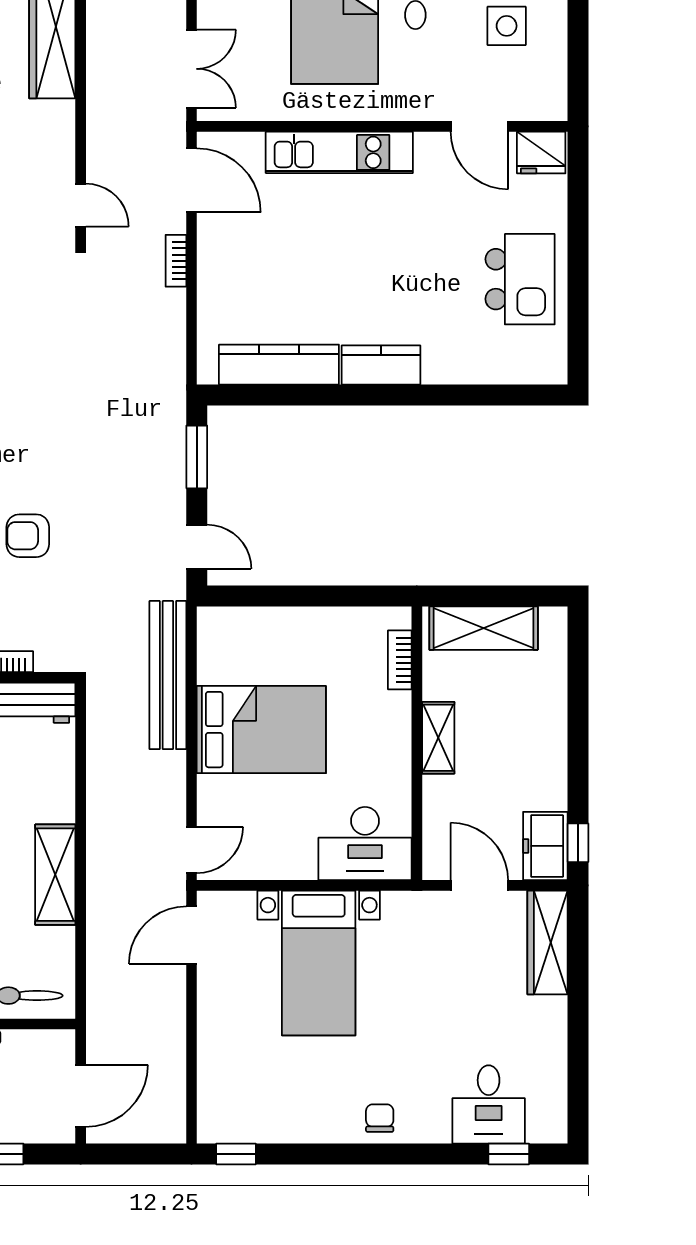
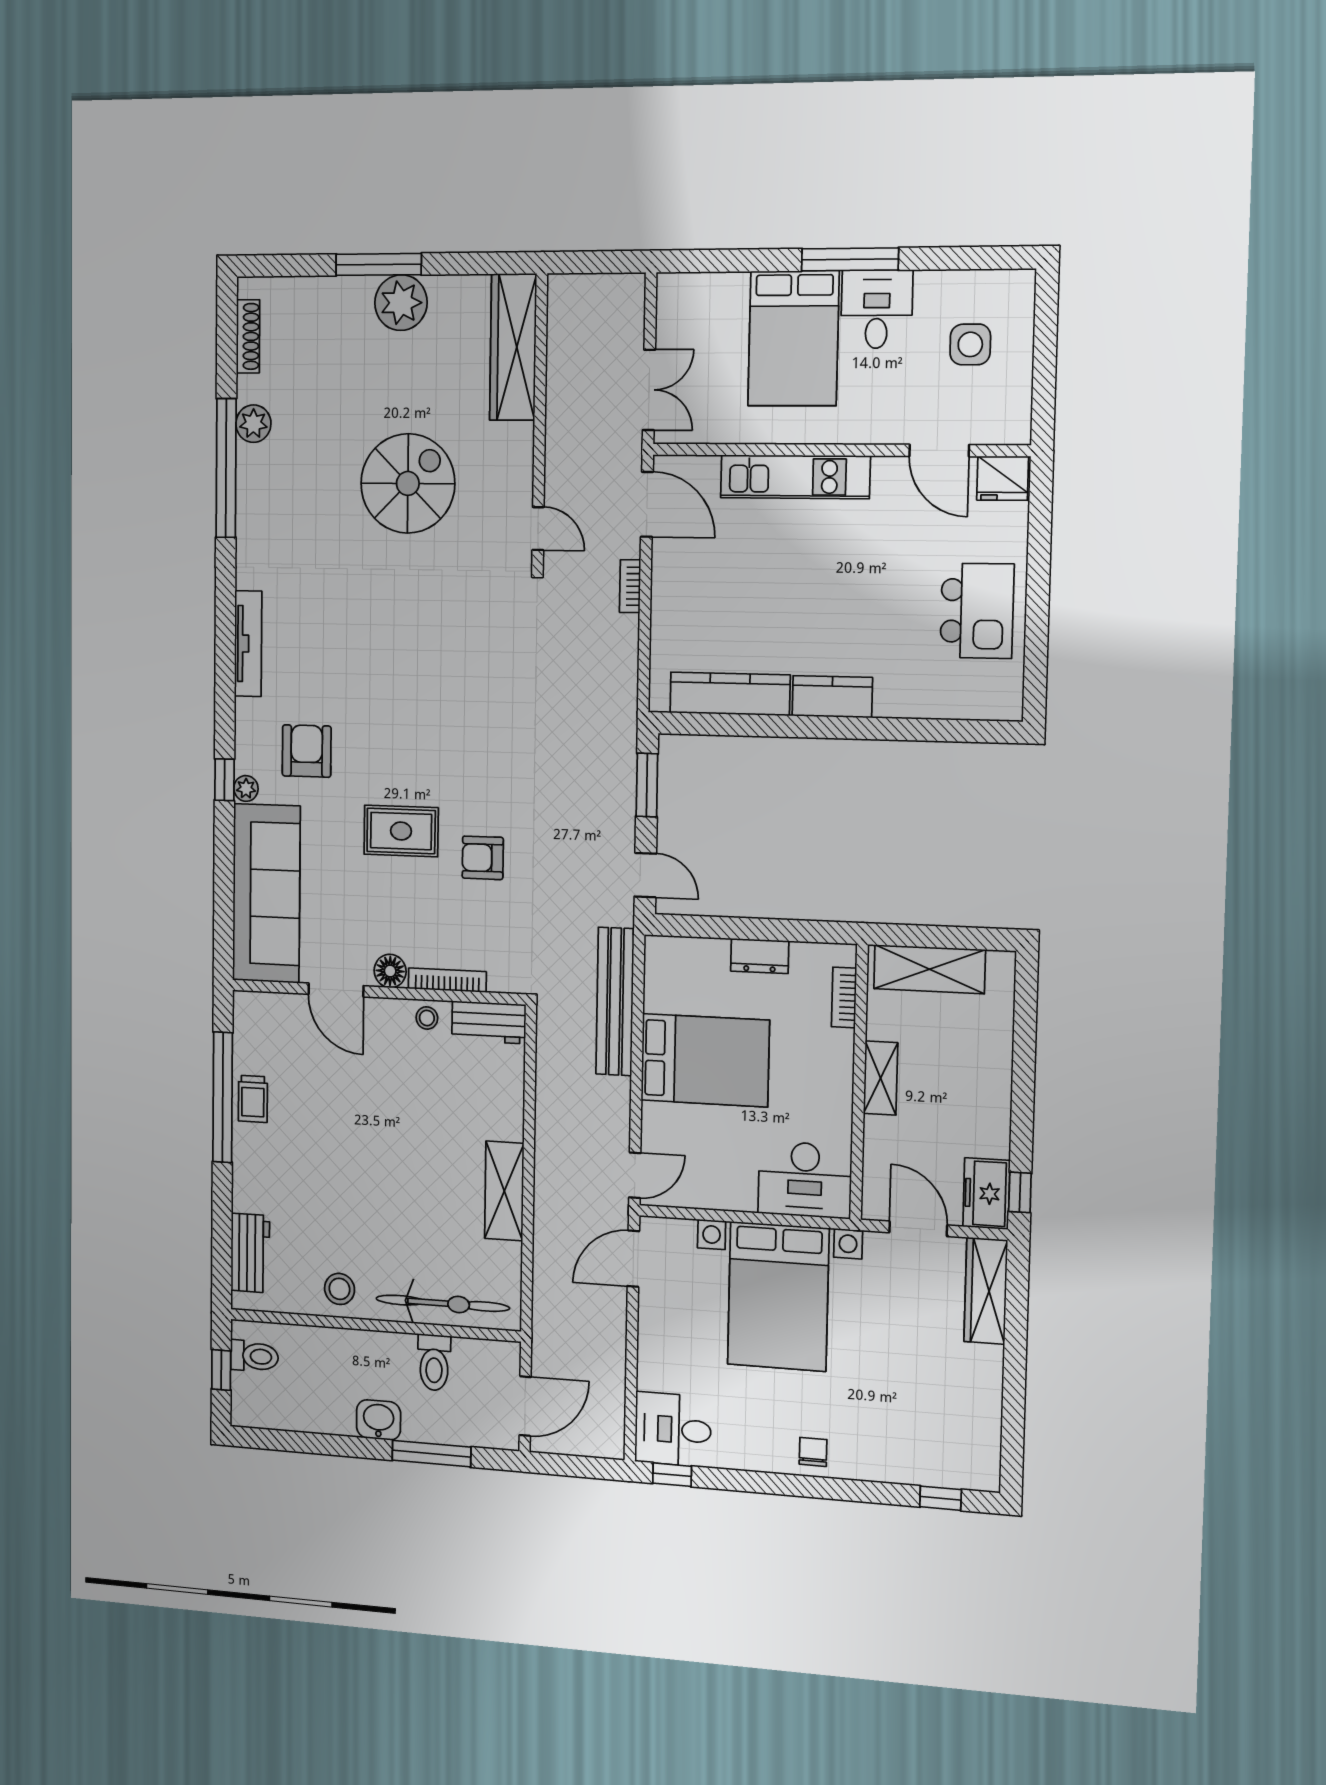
dresser: (315, 623) -> (760, 956), added
bed with nightstands: (319, 963) -> (778, 1296), width x1.36
desk: (489, 1104) -> (673, 1429), moved, turned 90

